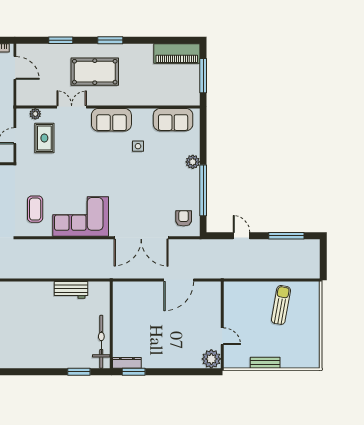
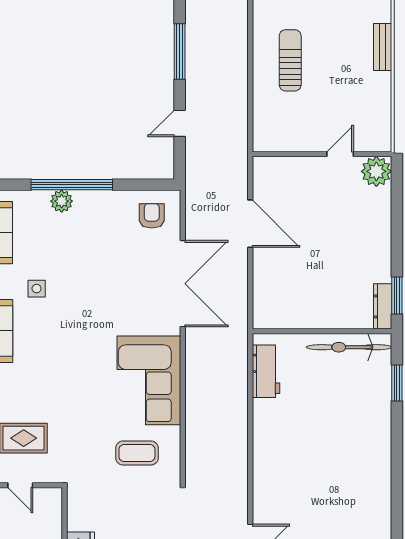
window: (203, 190) -> (72, 185), moved
armchair: (184, 218) -> (152, 216), turned 90
workbench: (71, 290) -> (266, 371), moved
sun lounger: (281, 305) -> (290, 60), turned 80
bench: (265, 363) -> (383, 47), moved

